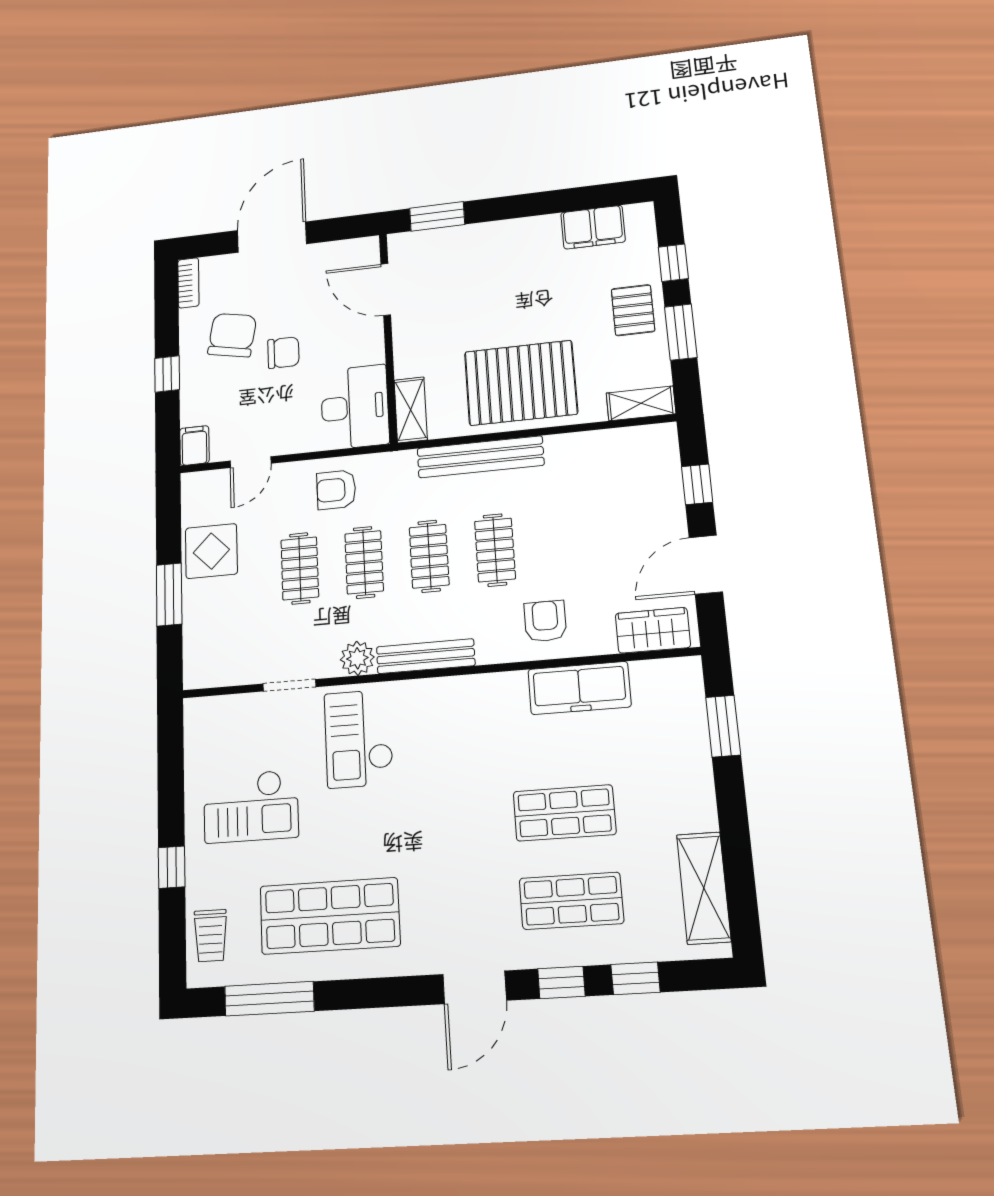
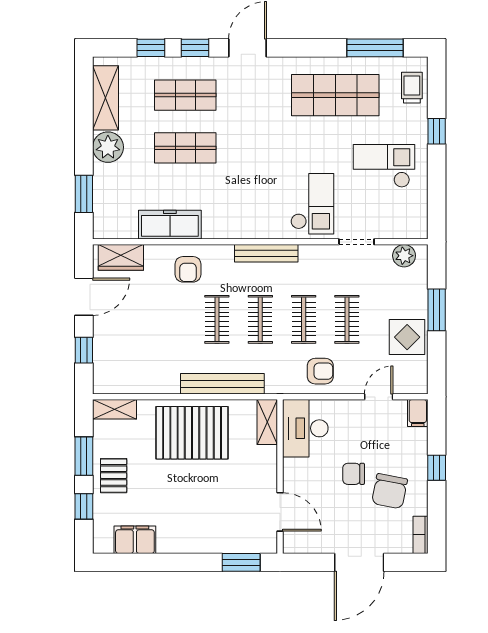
plant: (357, 658) -> (404, 256), moved
plant: (691, 805) -> (108, 147), added

